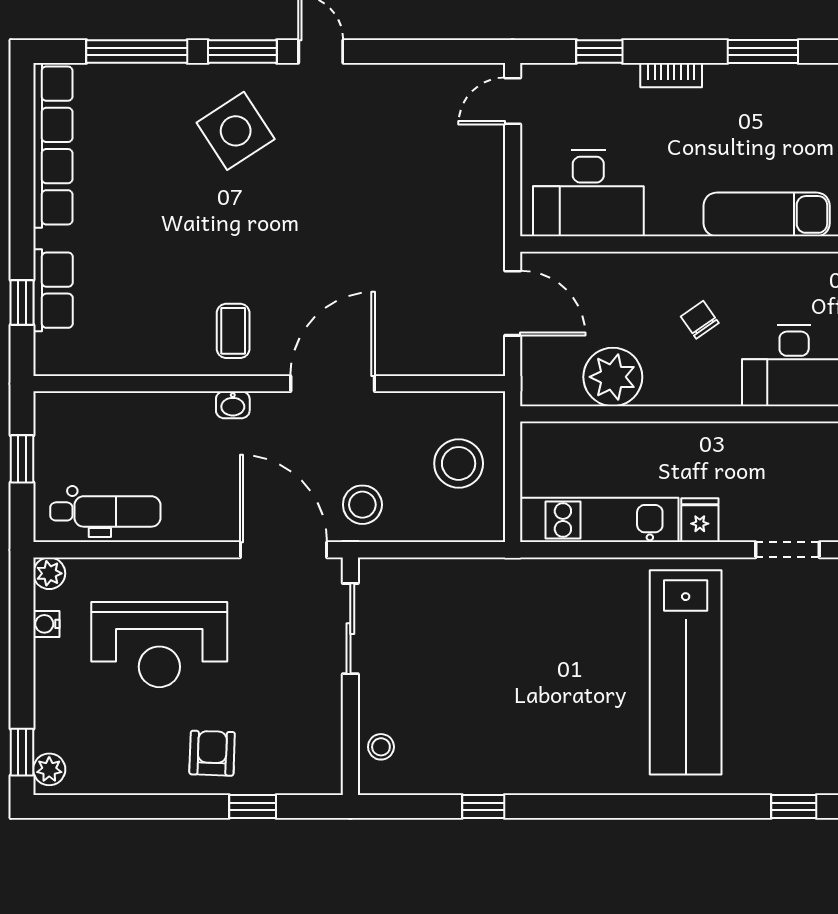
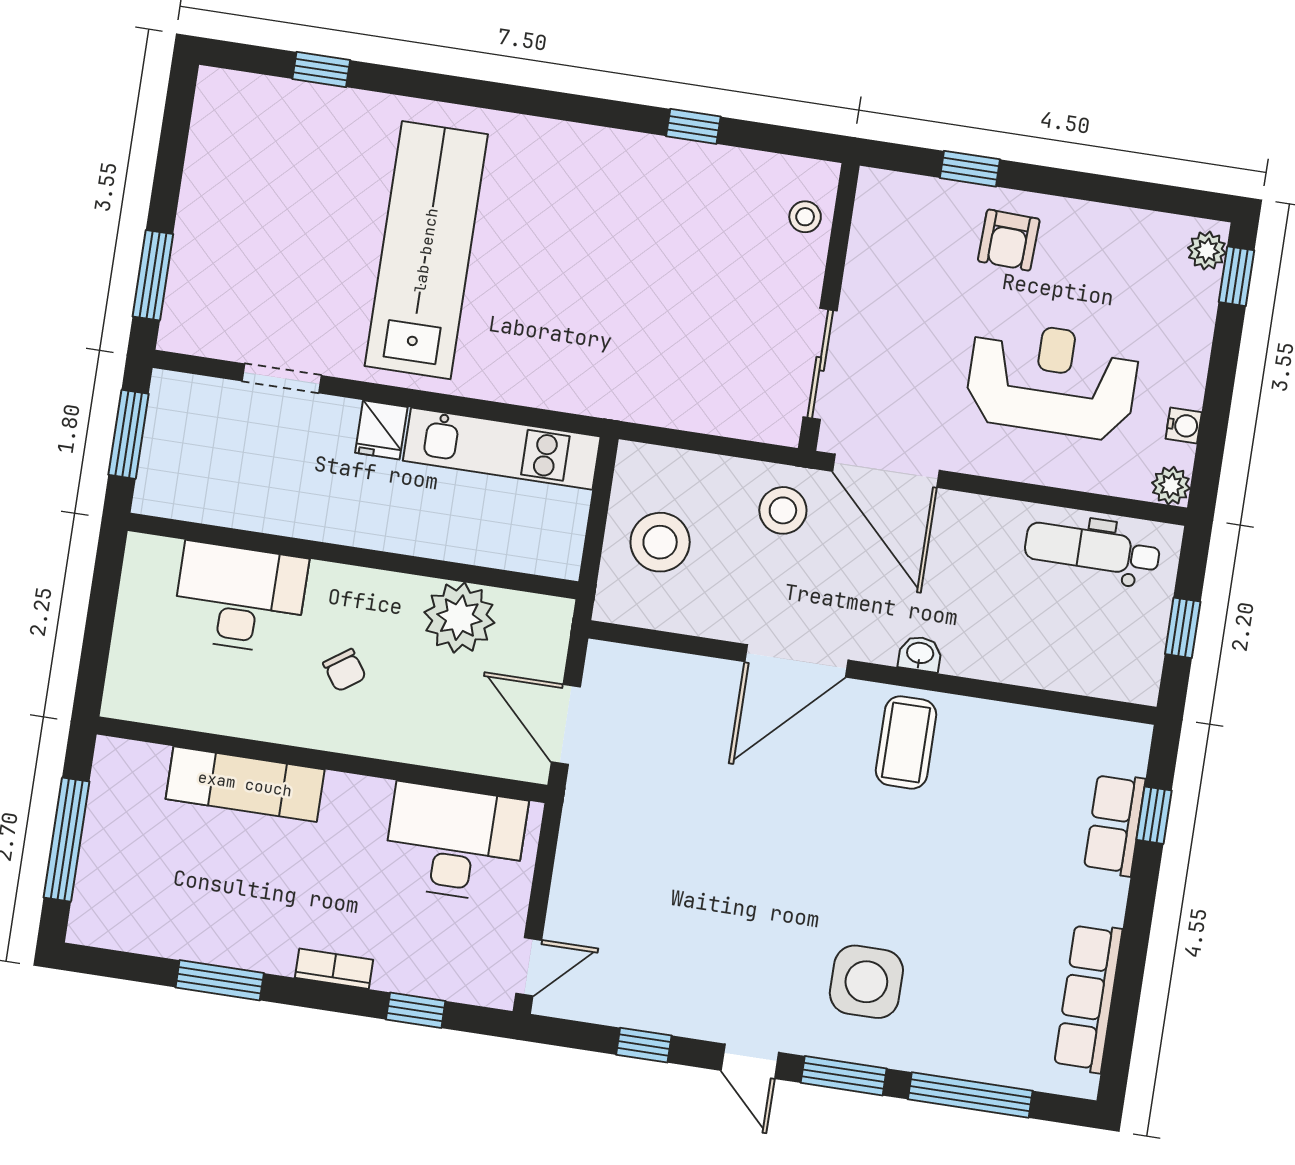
window: (409, 52) -> (644, 1045), added
side table: (236, 131) -> (866, 982), turned 33
row of seats: (53, 145) -> (1088, 998), width x0.73
coffee table: (233, 331) -> (906, 742), width x1.36, depth x1.30

